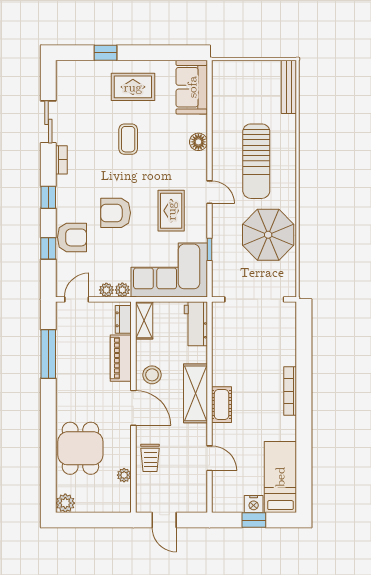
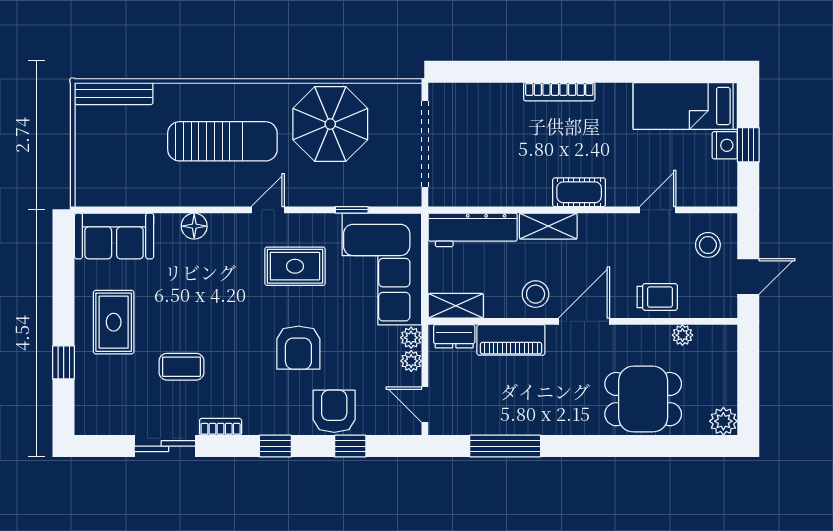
coffee table: (128, 139) -> (181, 367), moved
workbench: (196, 324) -> (473, 230), width x1.38
shelving: (195, 393) -> (548, 226), width x0.67, depth x0.75
stool: (186, 492) -> (708, 245), added

